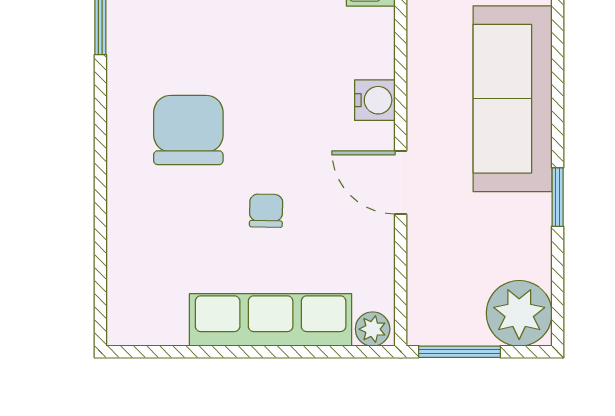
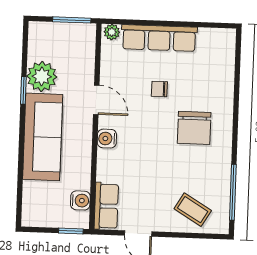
chair: (266, 211) -> (159, 89), turned 89
plant: (519, 313) -> (42, 76), moved

